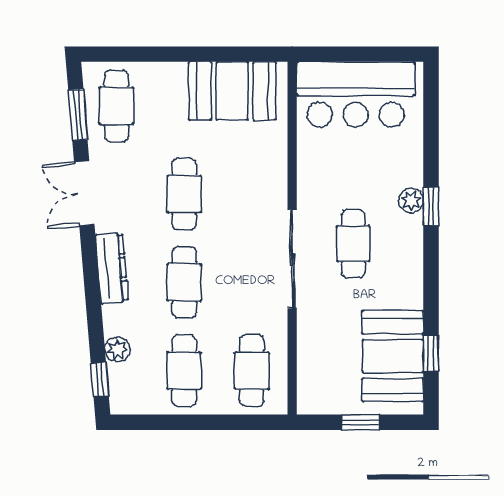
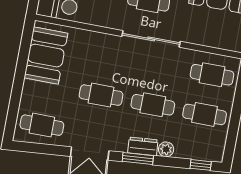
window: (78, 115) -> (138, 158), moved
dresser: (112, 268) -> (143, 146), width x0.70
plant: (117, 349) -> (166, 149), moved

